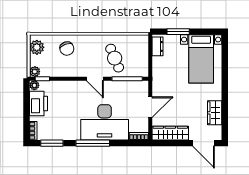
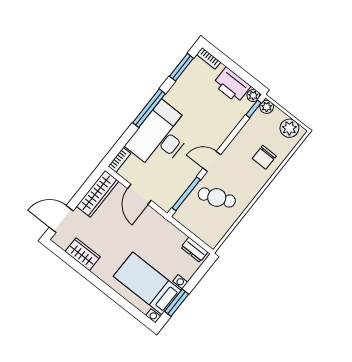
window: (178, 32) -> (177, 303), moved
chair: (67, 49) -> (264, 157), turned -69

